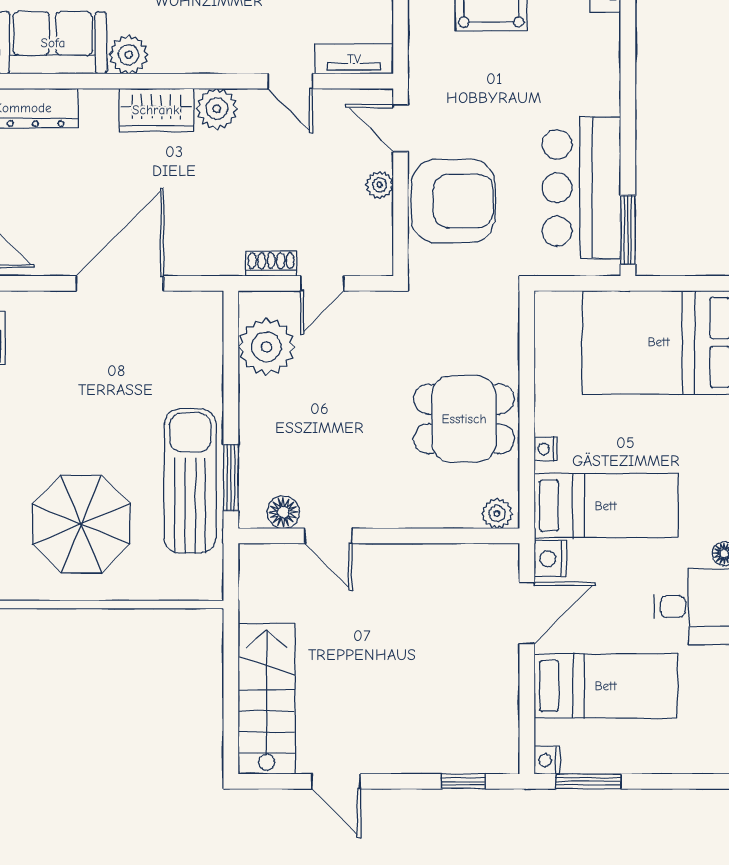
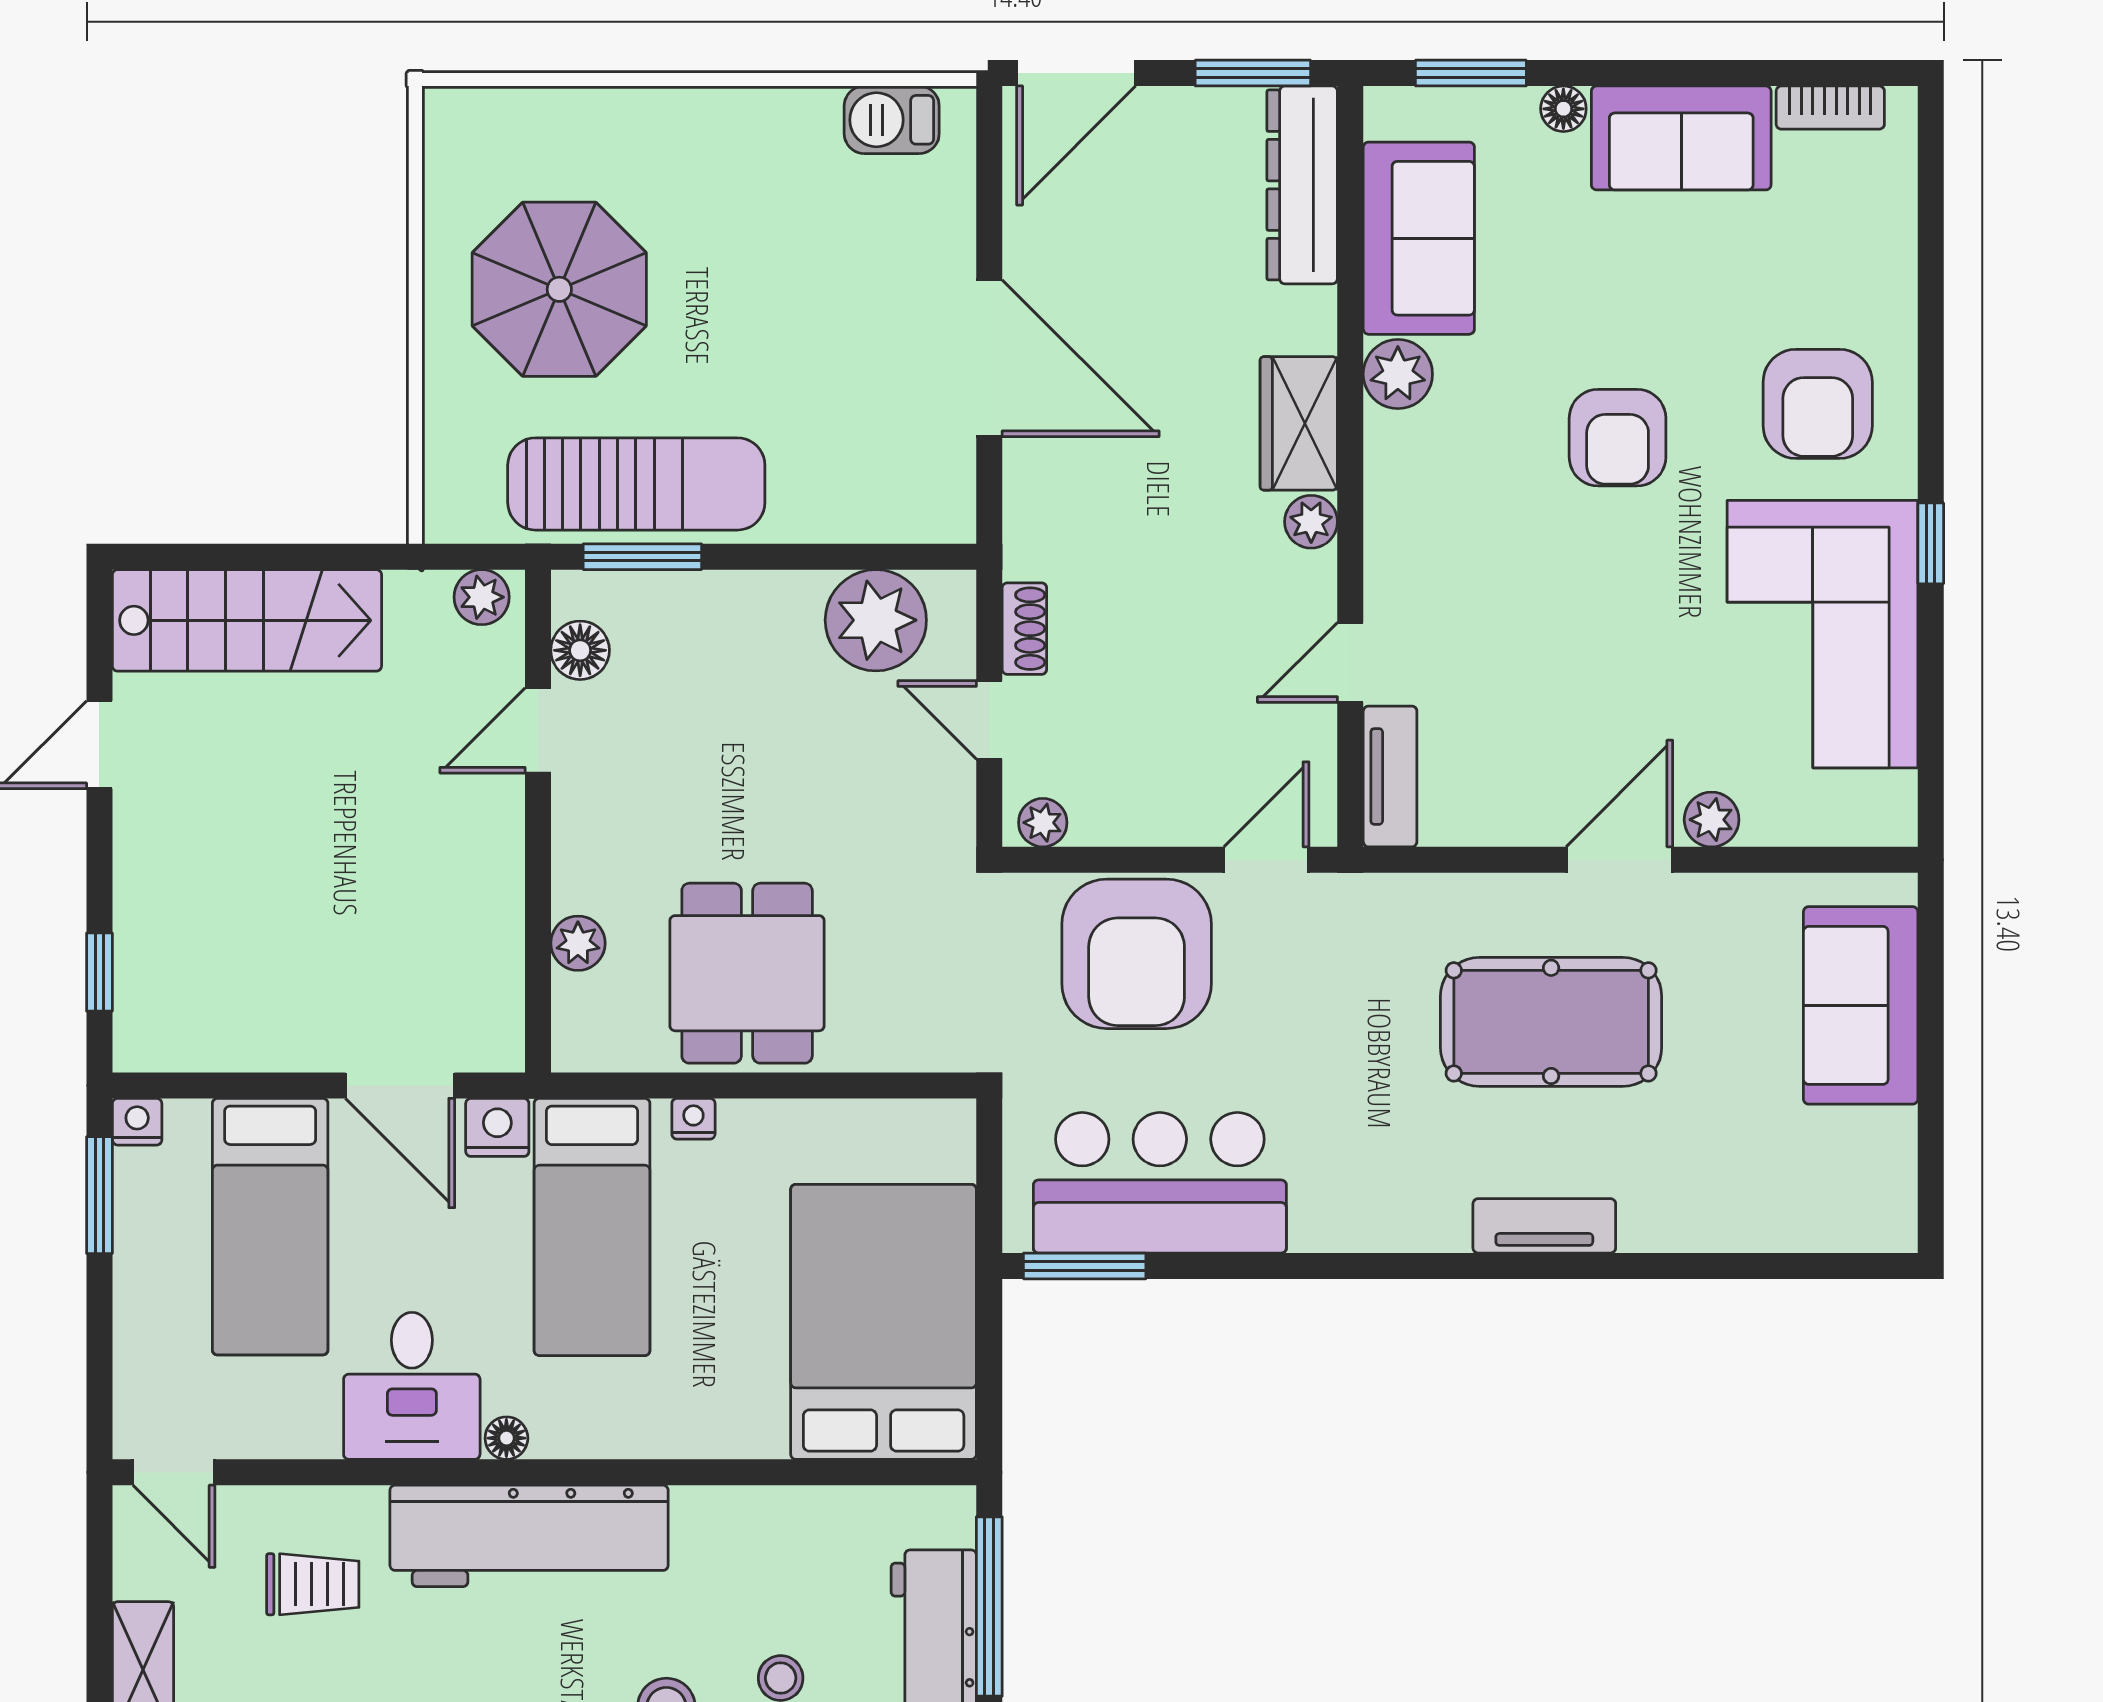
plant: (217, 109) -> (1311, 522), width x0.73, depth x0.73
plant: (380, 185) -> (1043, 823), moved
plant: (497, 513) -> (578, 943), moved
plant: (254, 567) -> (482, 597), added

